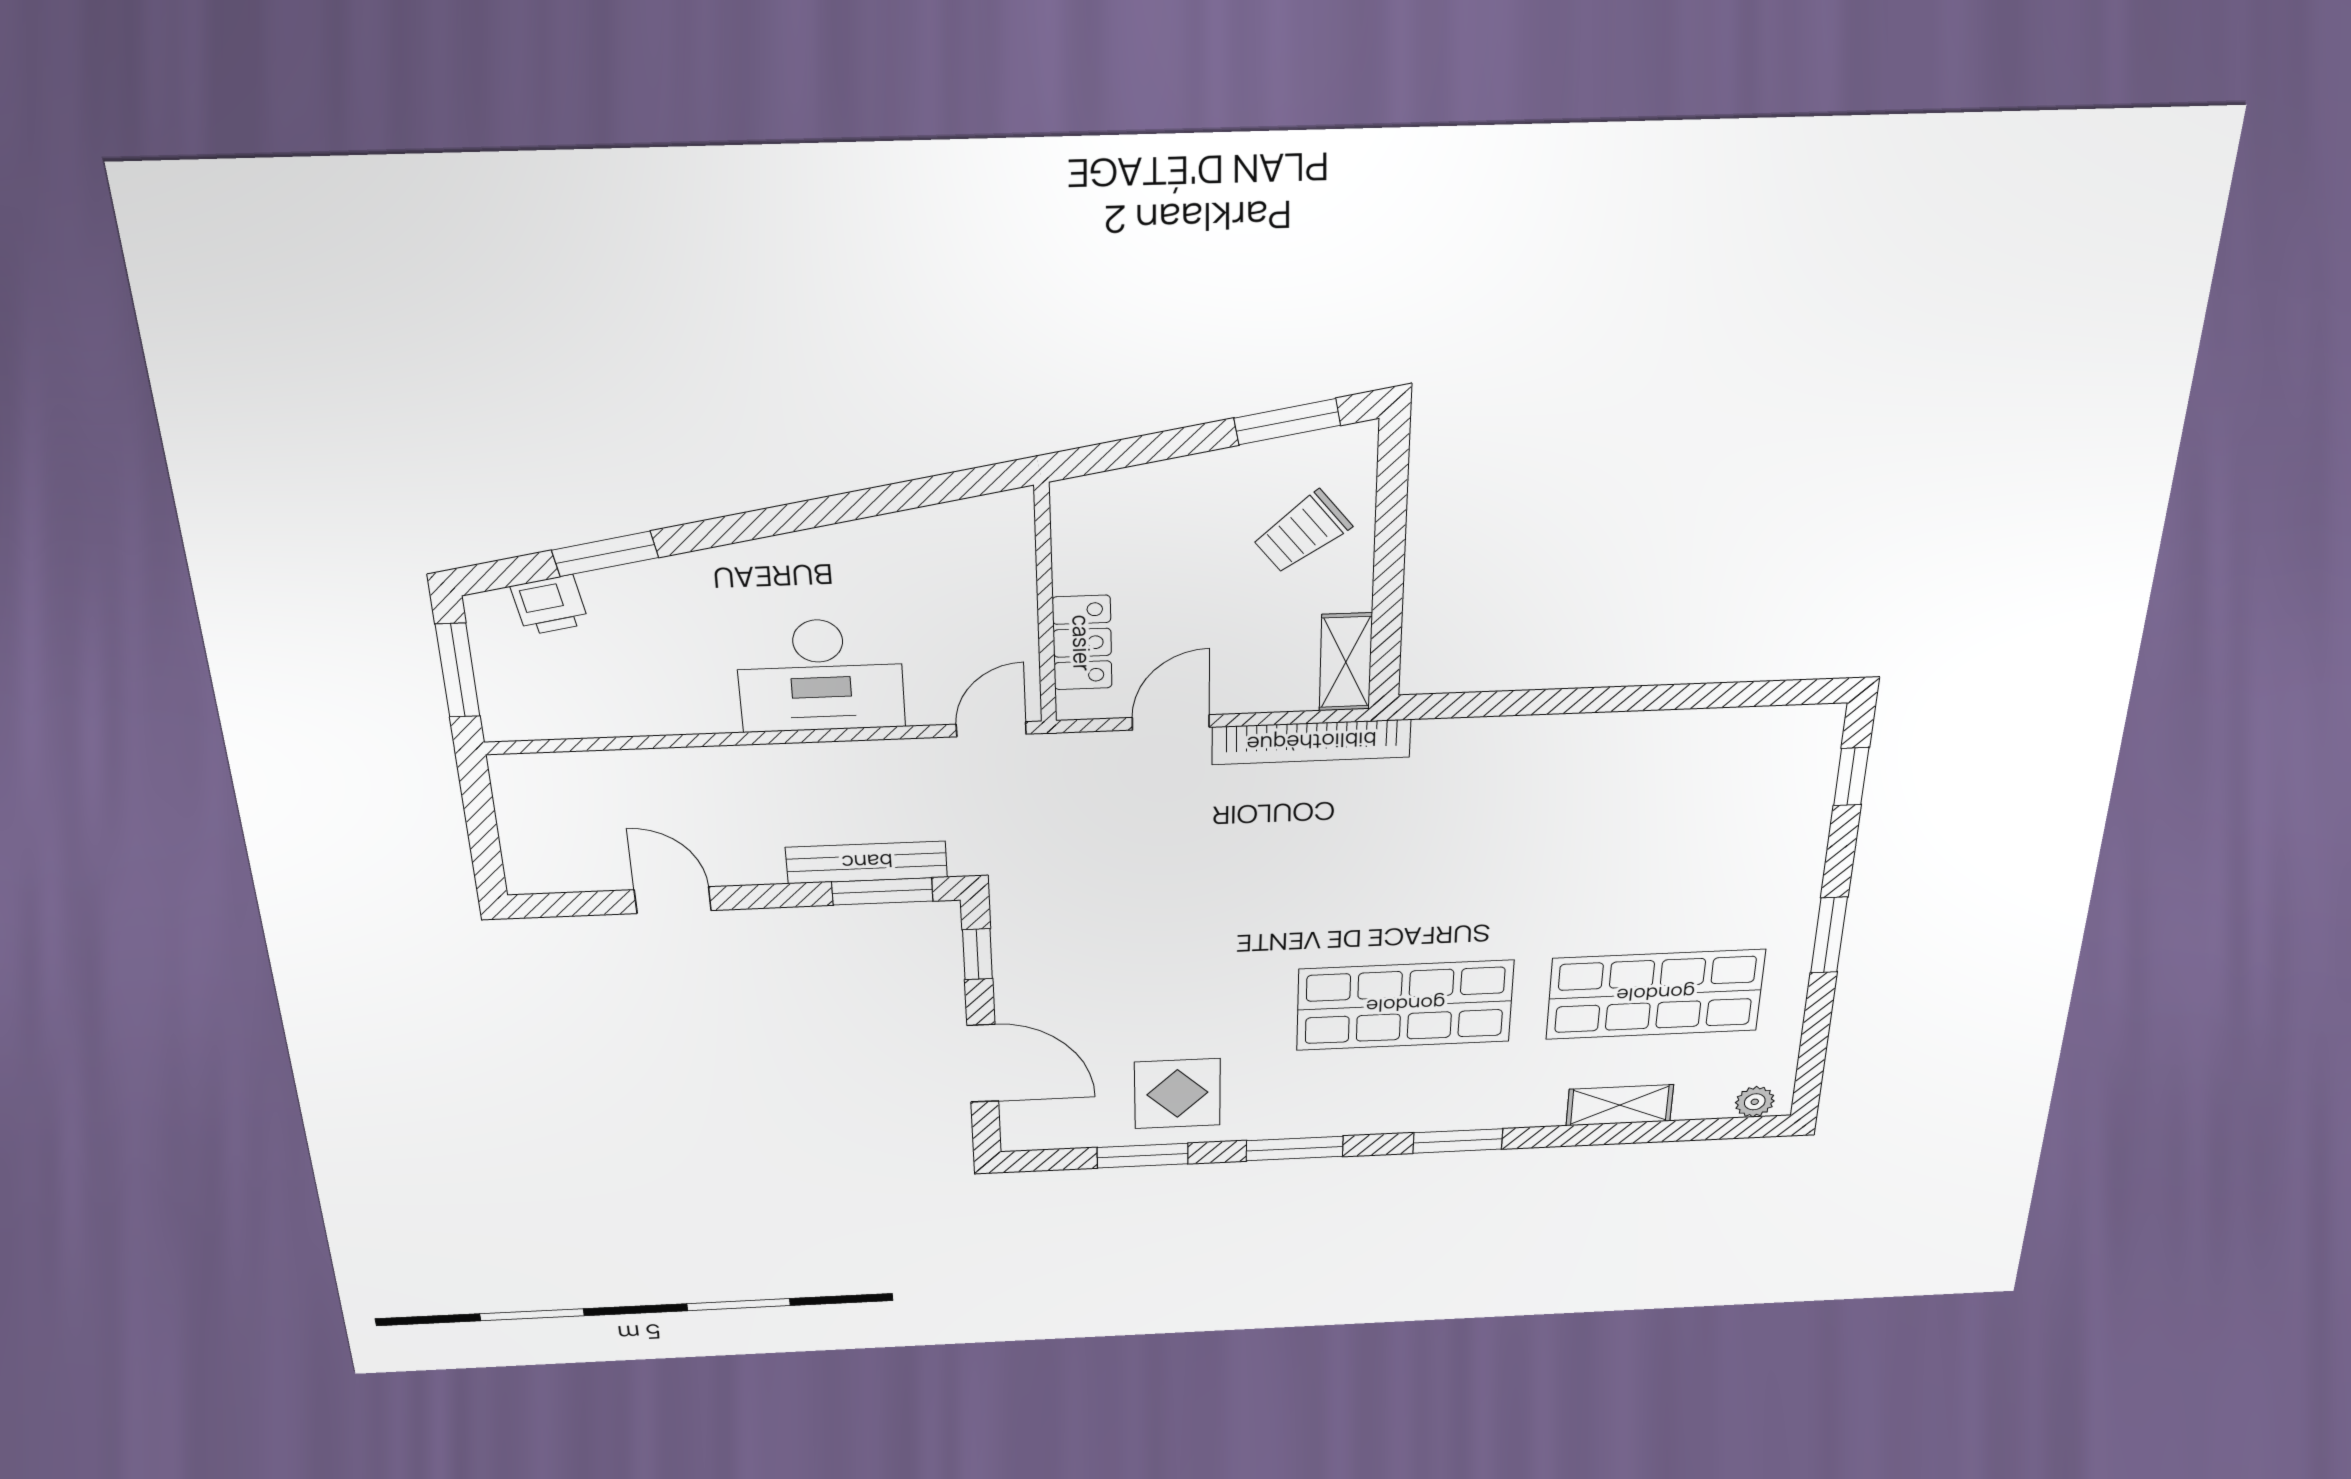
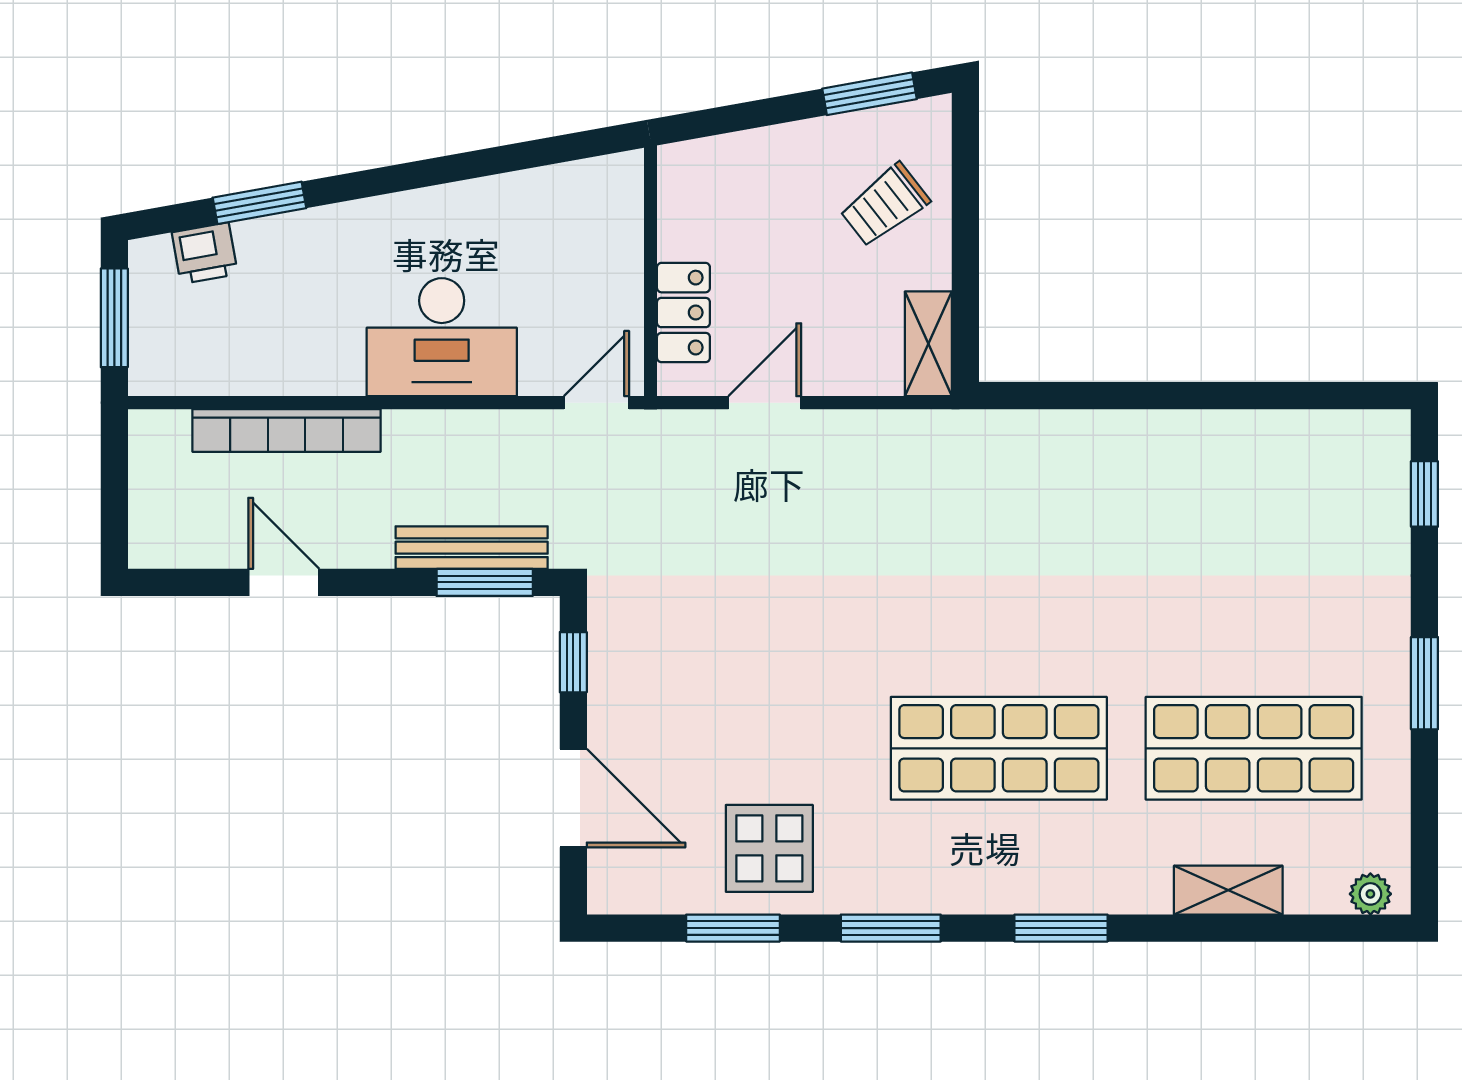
bookcase: (1311, 742) -> (287, 430), moved

